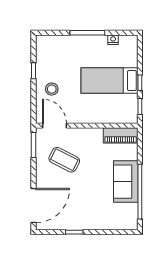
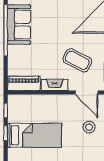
fireplace: (88, 134) -> (55, 85), added
sofa: (126, 182) -> (19, 25), moved

